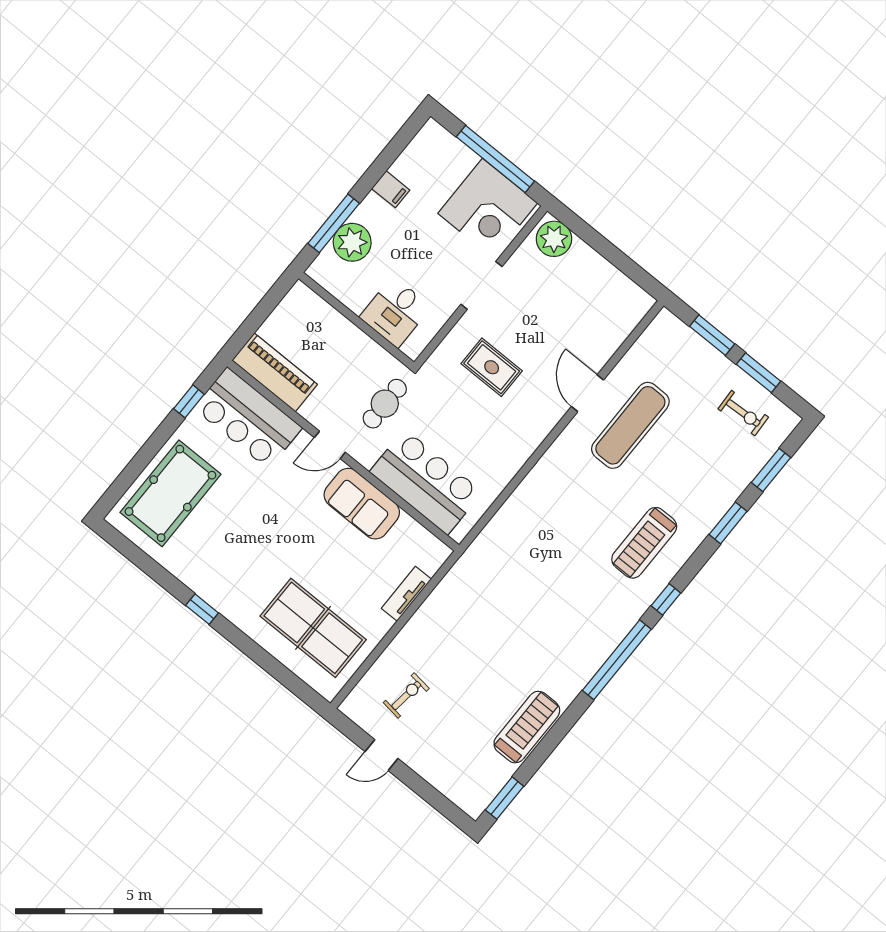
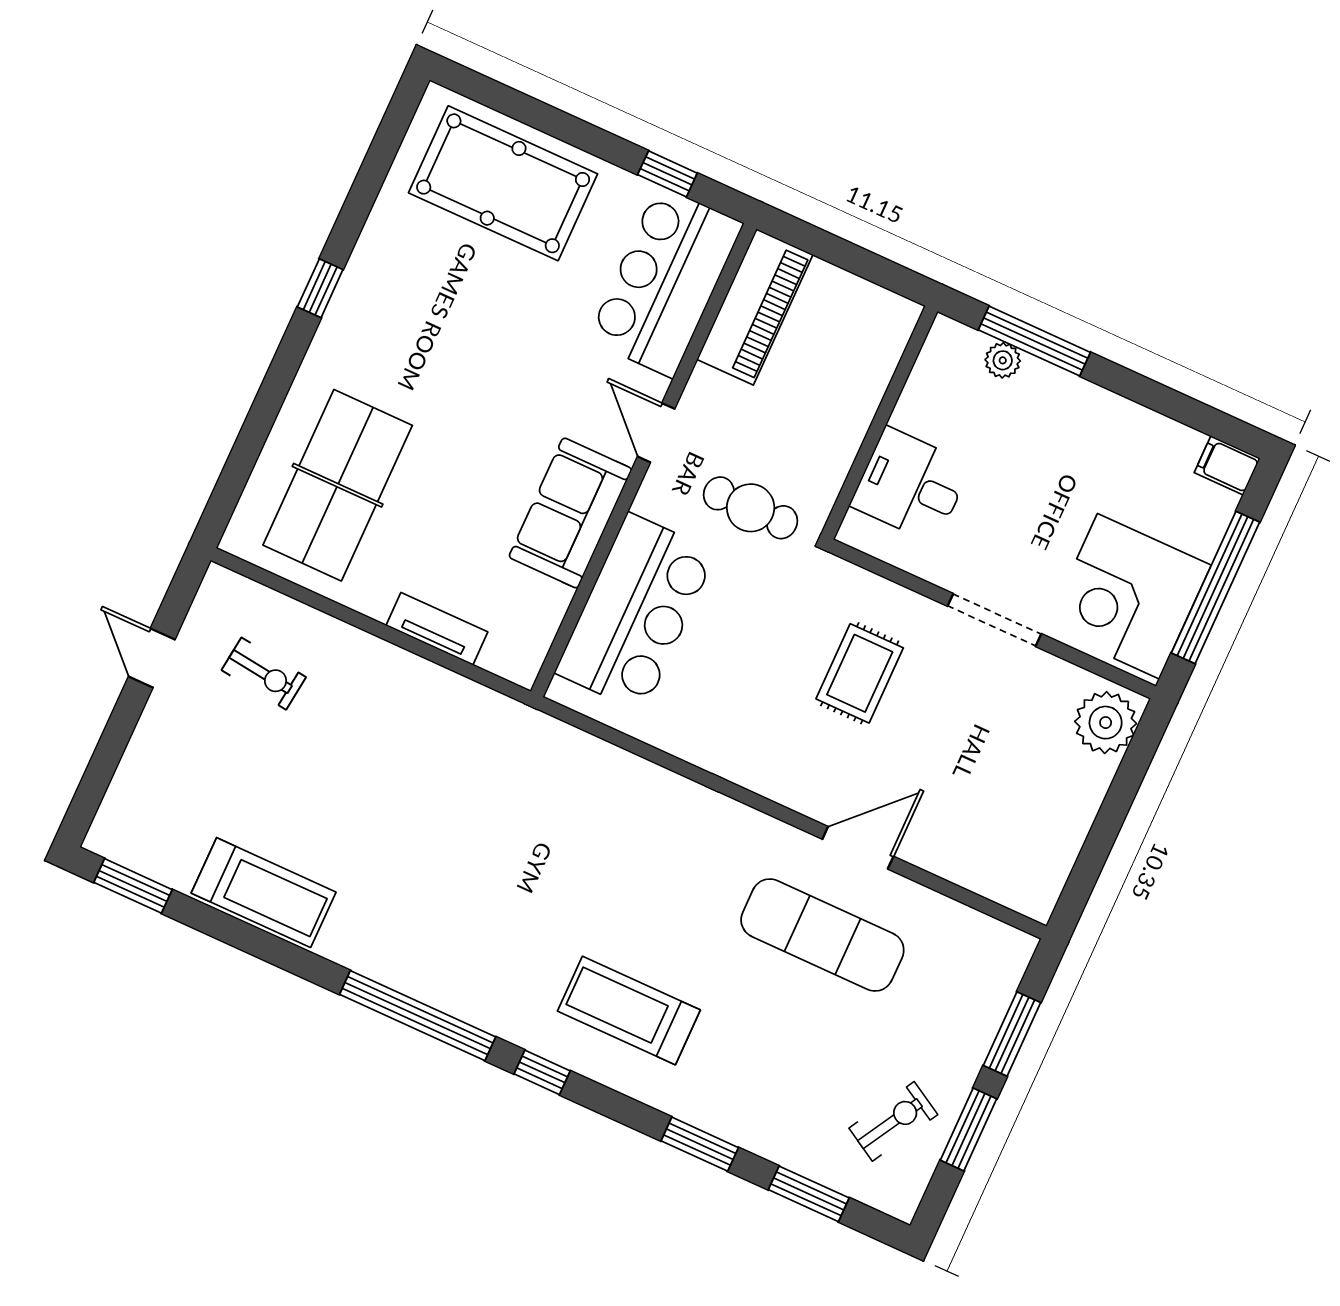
filing cabinet: (391, 189) -> (1227, 465), moved, turned 90
plant: (352, 242) -> (1003, 360), width x0.53, depth x0.53
exercise bike: (743, 413) -> (893, 1121), turned -147

